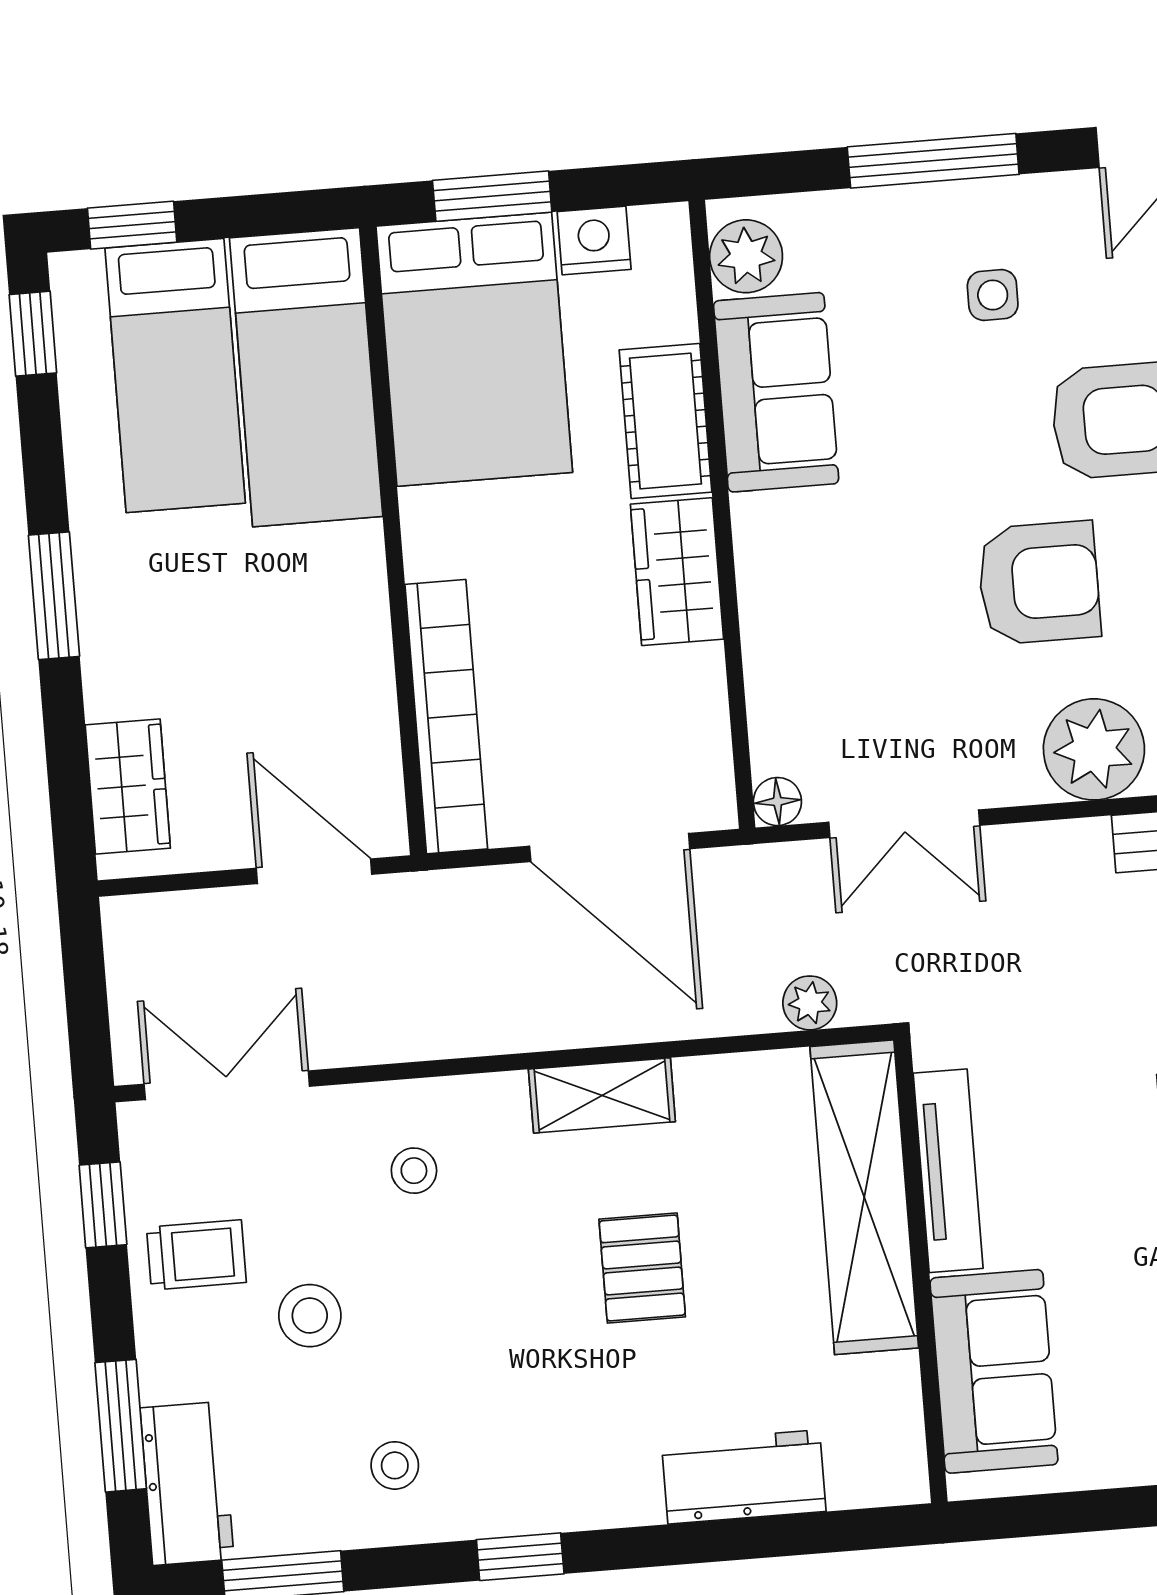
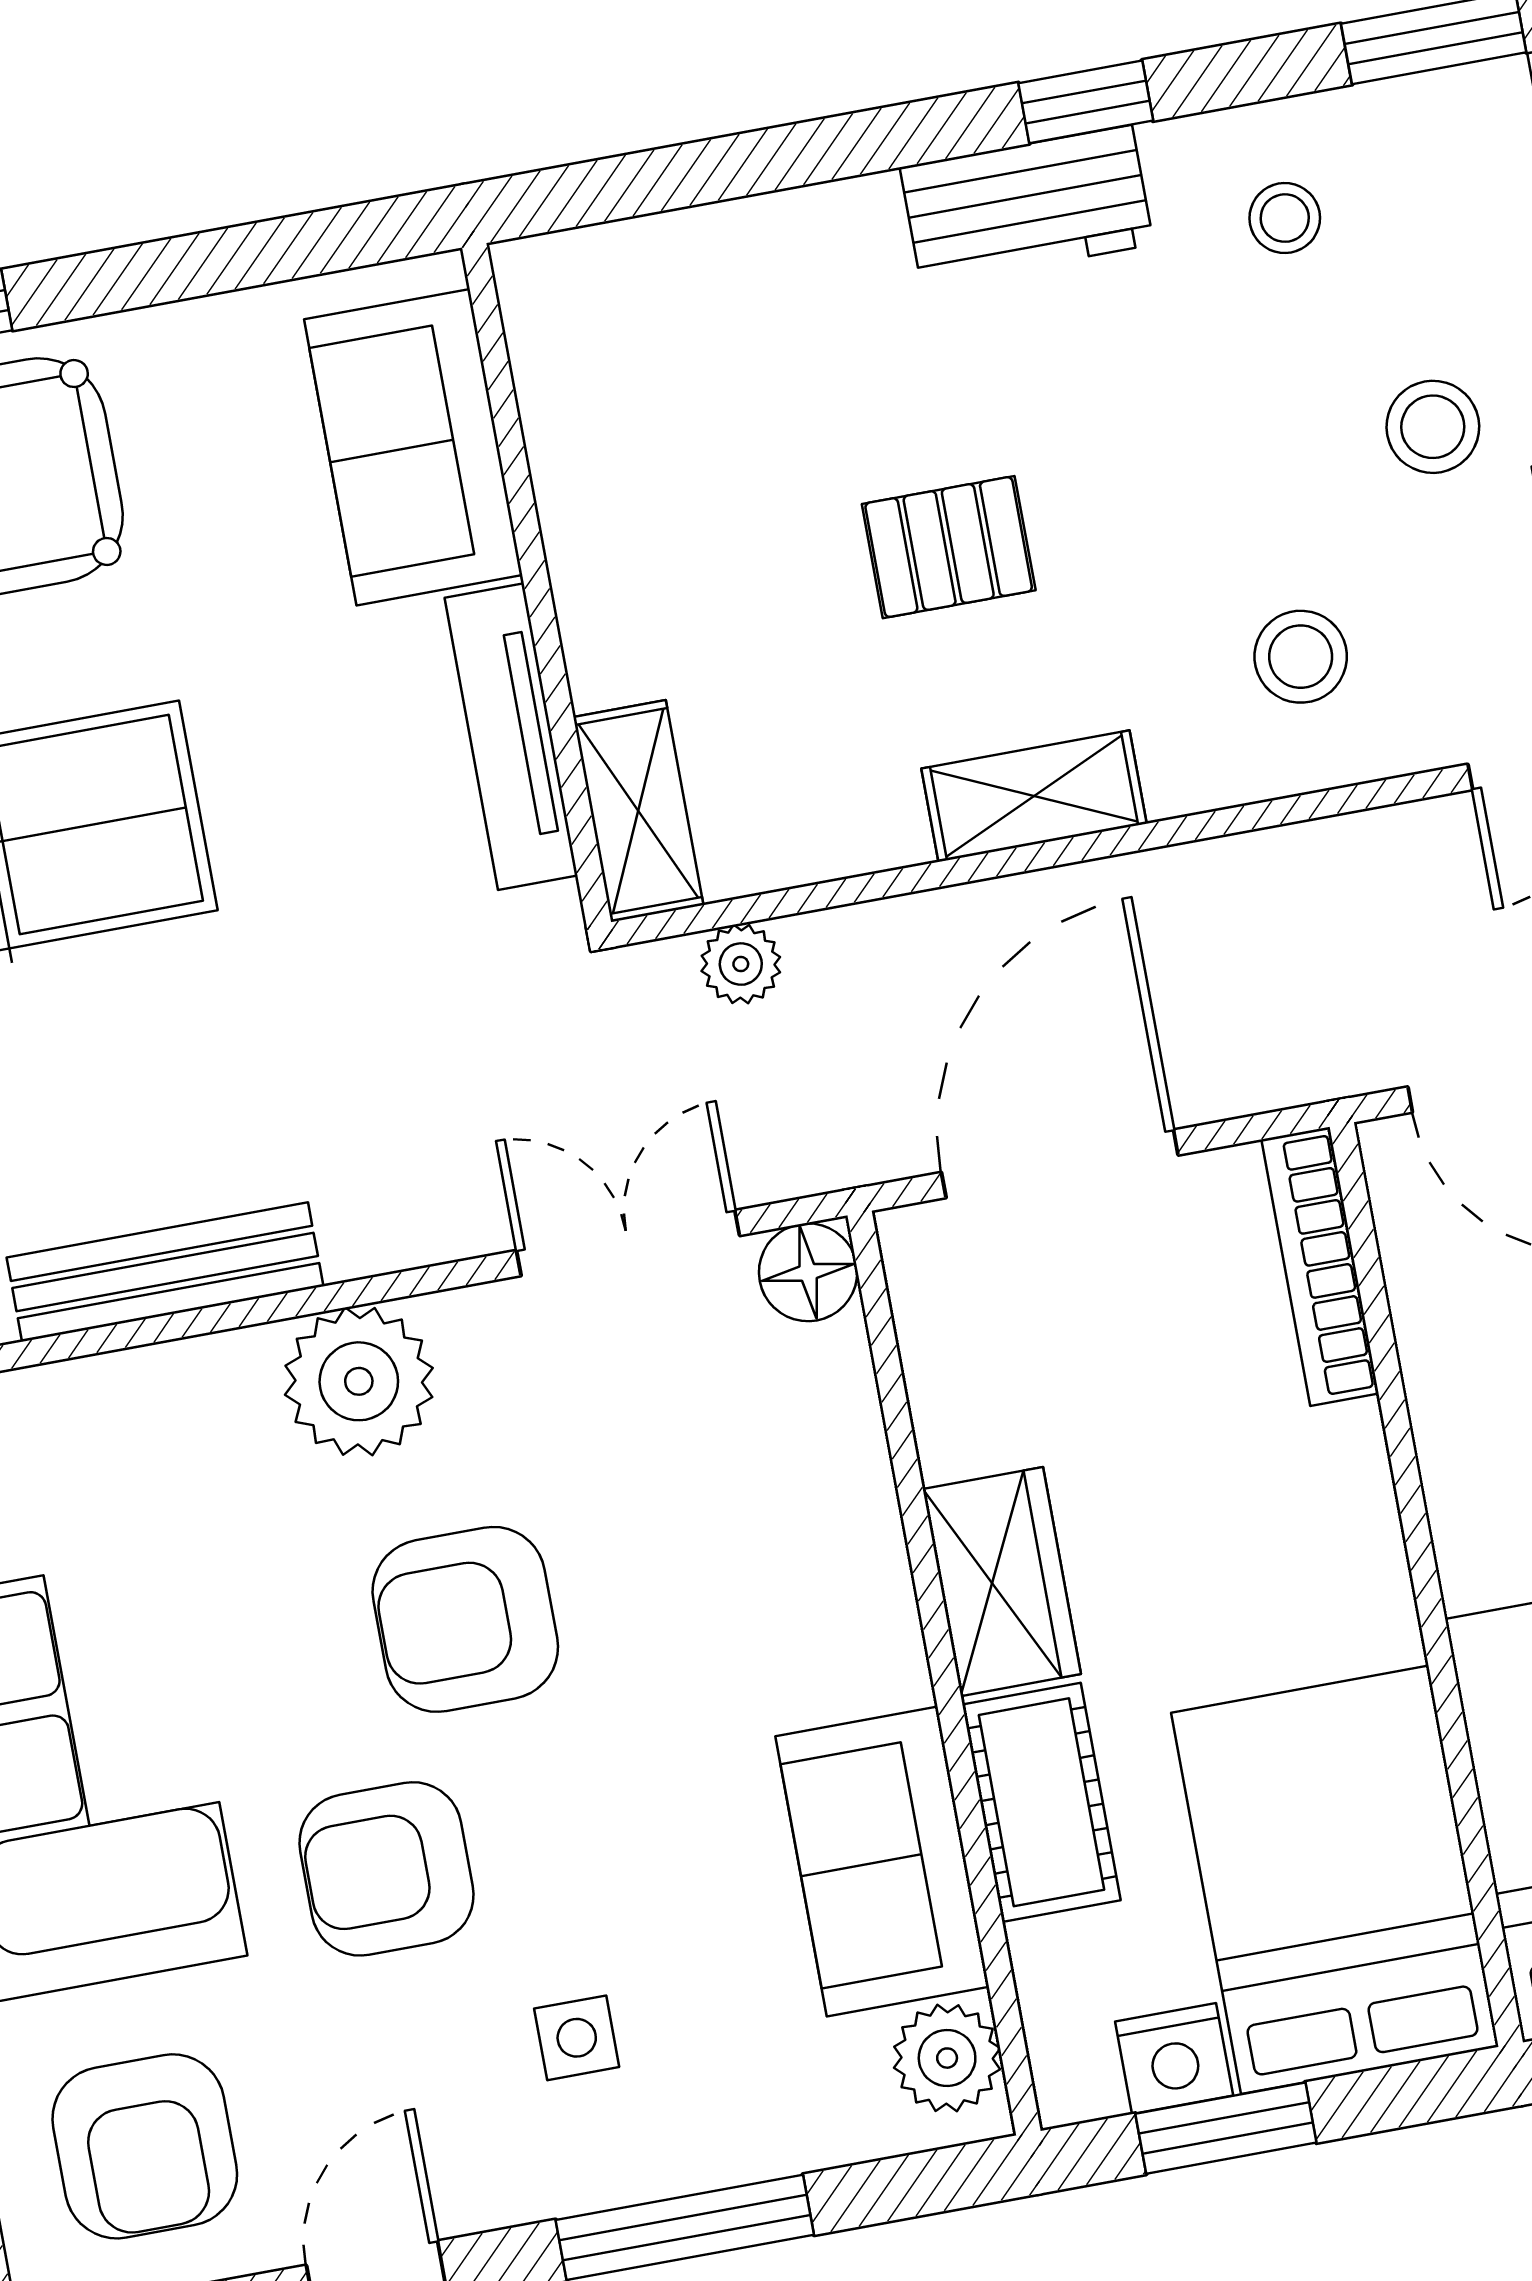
window: (492, 196) -> (1226, 2128), moved
bookcase: (446, 717) -> (1320, 1266), width x0.68, depth x0.76
floor lamp: (777, 802) -> (808, 1272), width x1.37, depth x1.37
door: (610, 847) -> (1060, 1164), hinge flipped
stool: (414, 1171) -> (1301, 657), width x1.37, depth x1.37
shelving: (864, 1197) -> (638, 811), width x0.45, depth x0.75
pallet: (642, 1268) -> (949, 547), turned 90
workbench: (744, 1477) -> (1027, 206), moved

